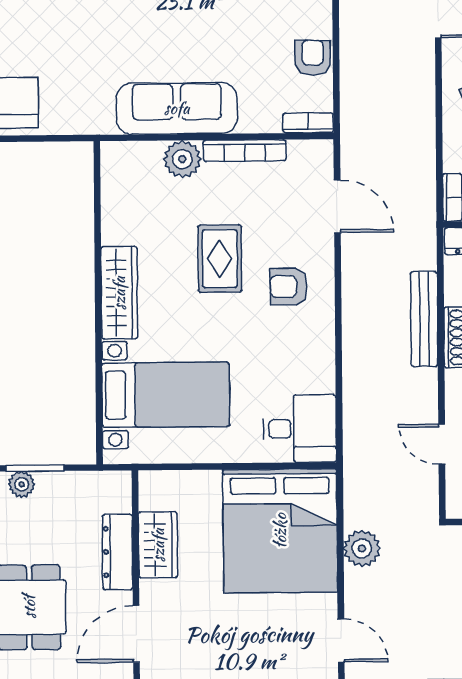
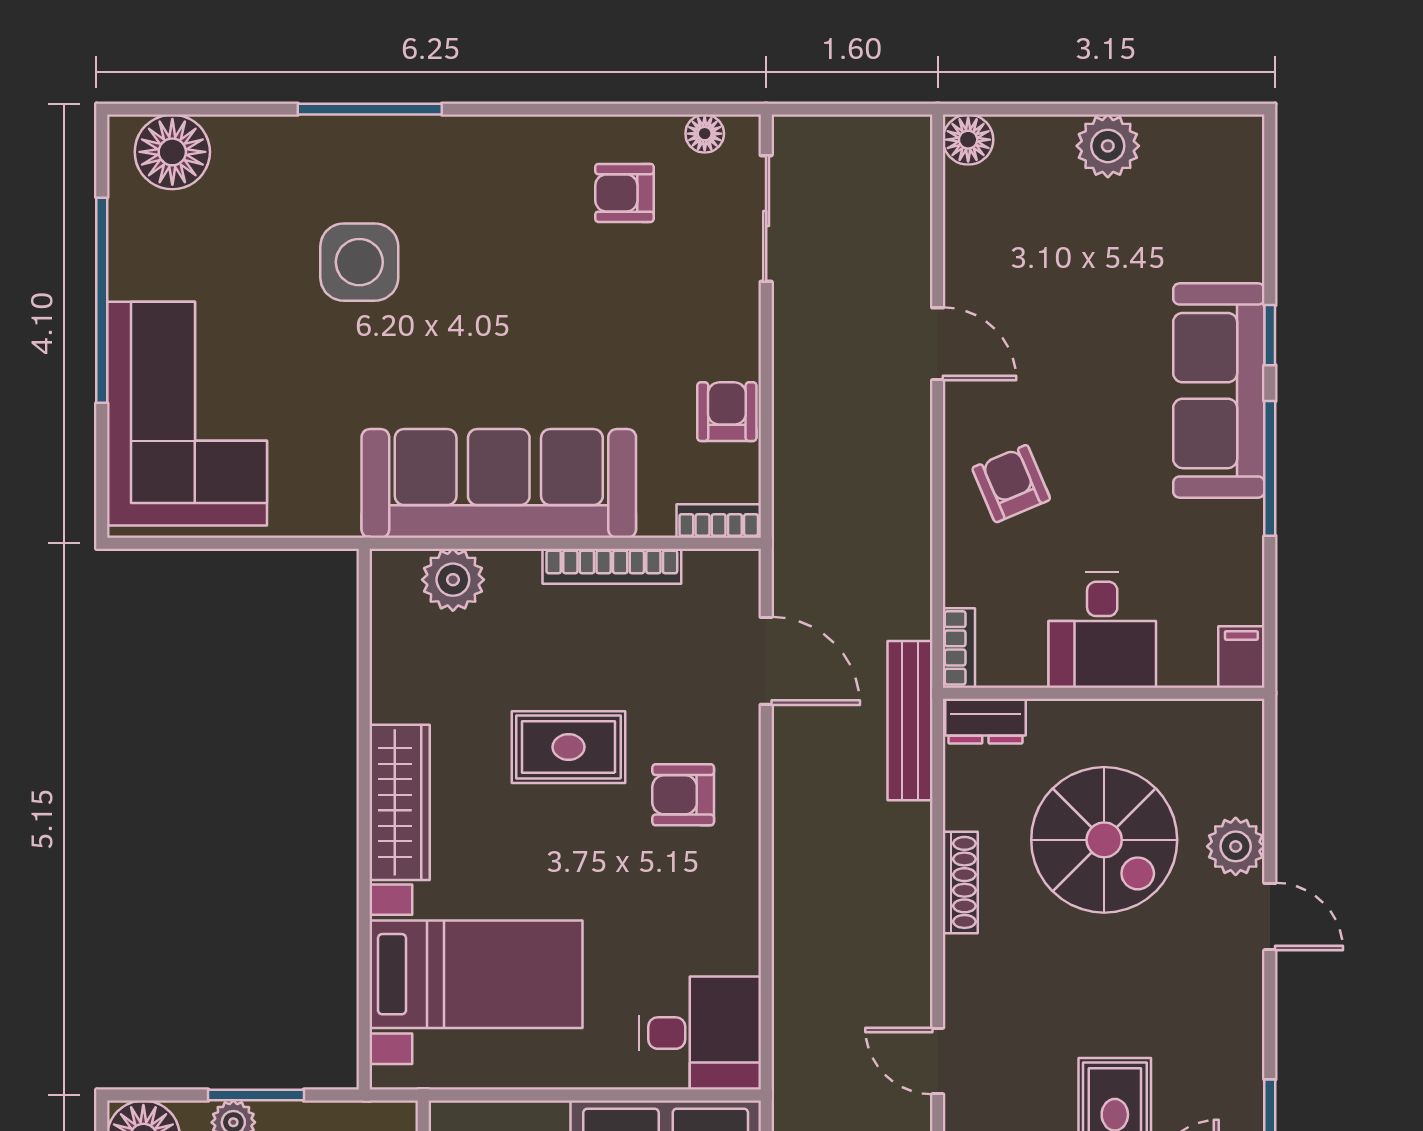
sofa: (177, 108) -> (499, 483), width x1.36, depth x1.27
plant: (182, 159) -> (453, 580), moved
rug: (220, 259) -> (568, 747), turned 90
bench: (424, 319) -> (910, 721), moved

